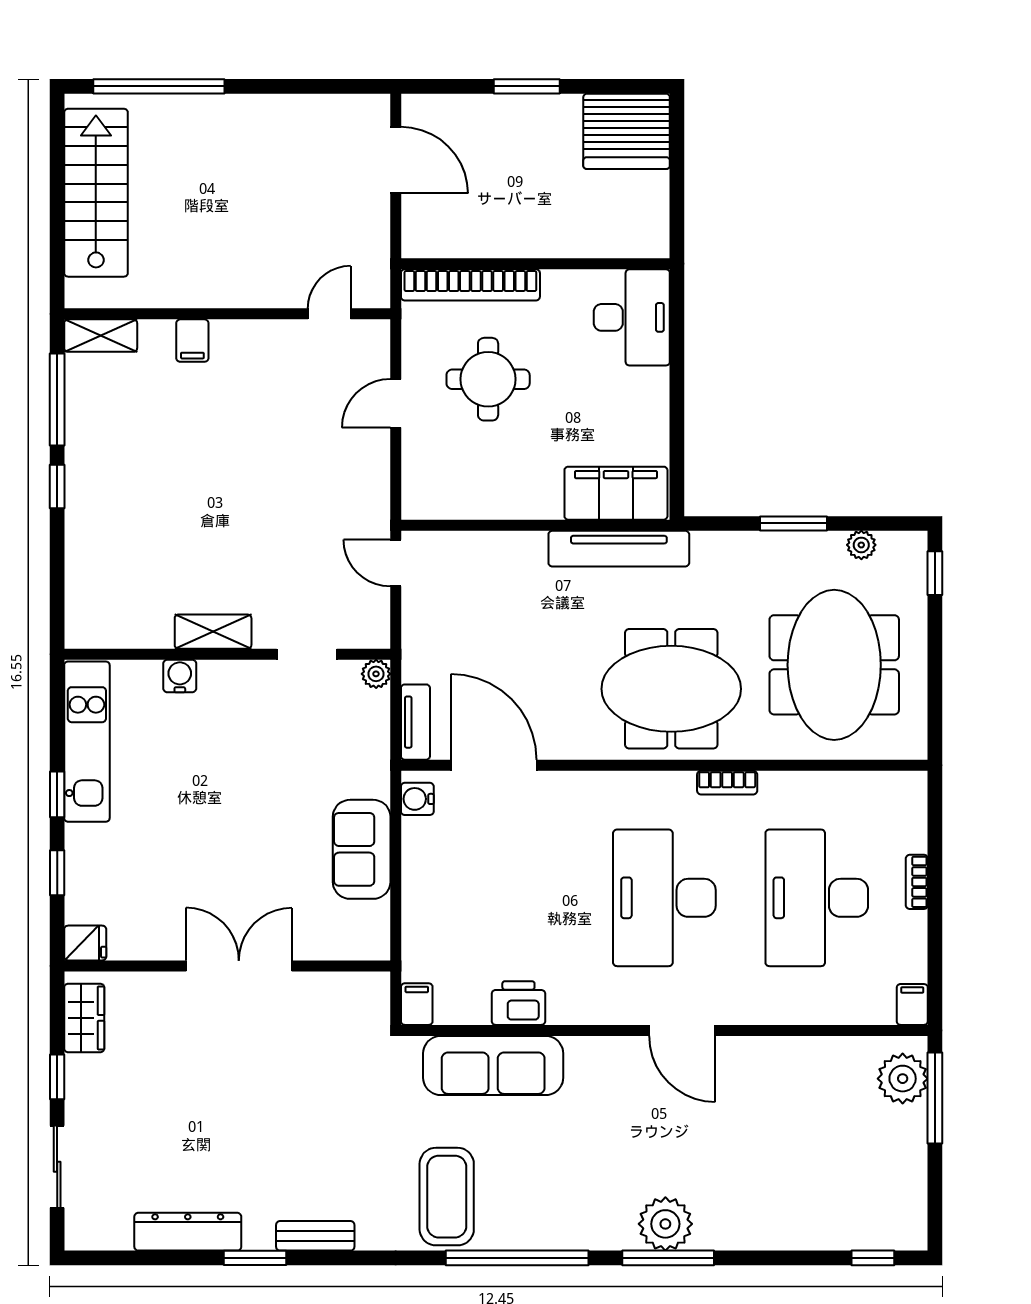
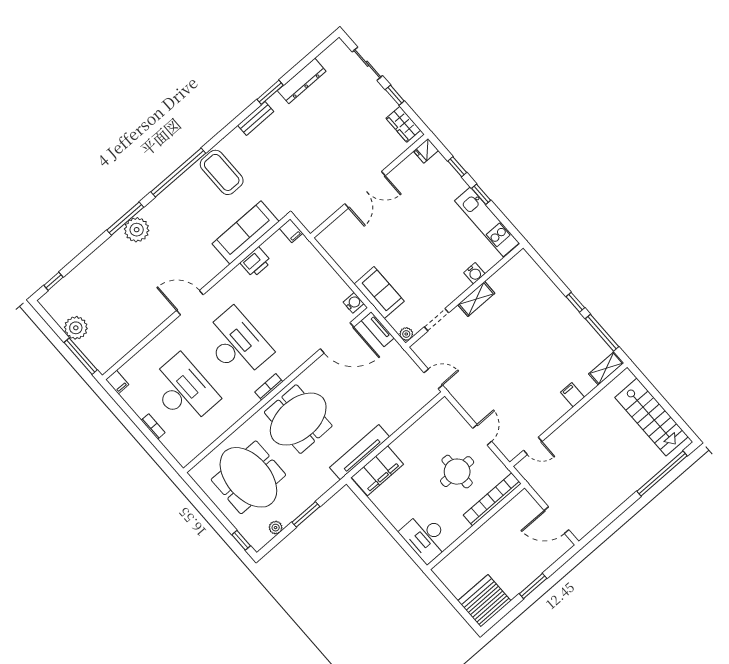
door: (329, 314) -> (533, 446), hinge flipped
bookcase: (727, 783) -> (269, 387), moved
sofa: (362, 849) -> (379, 293), moved
plant: (903, 1079) -> (76, 328), moved

